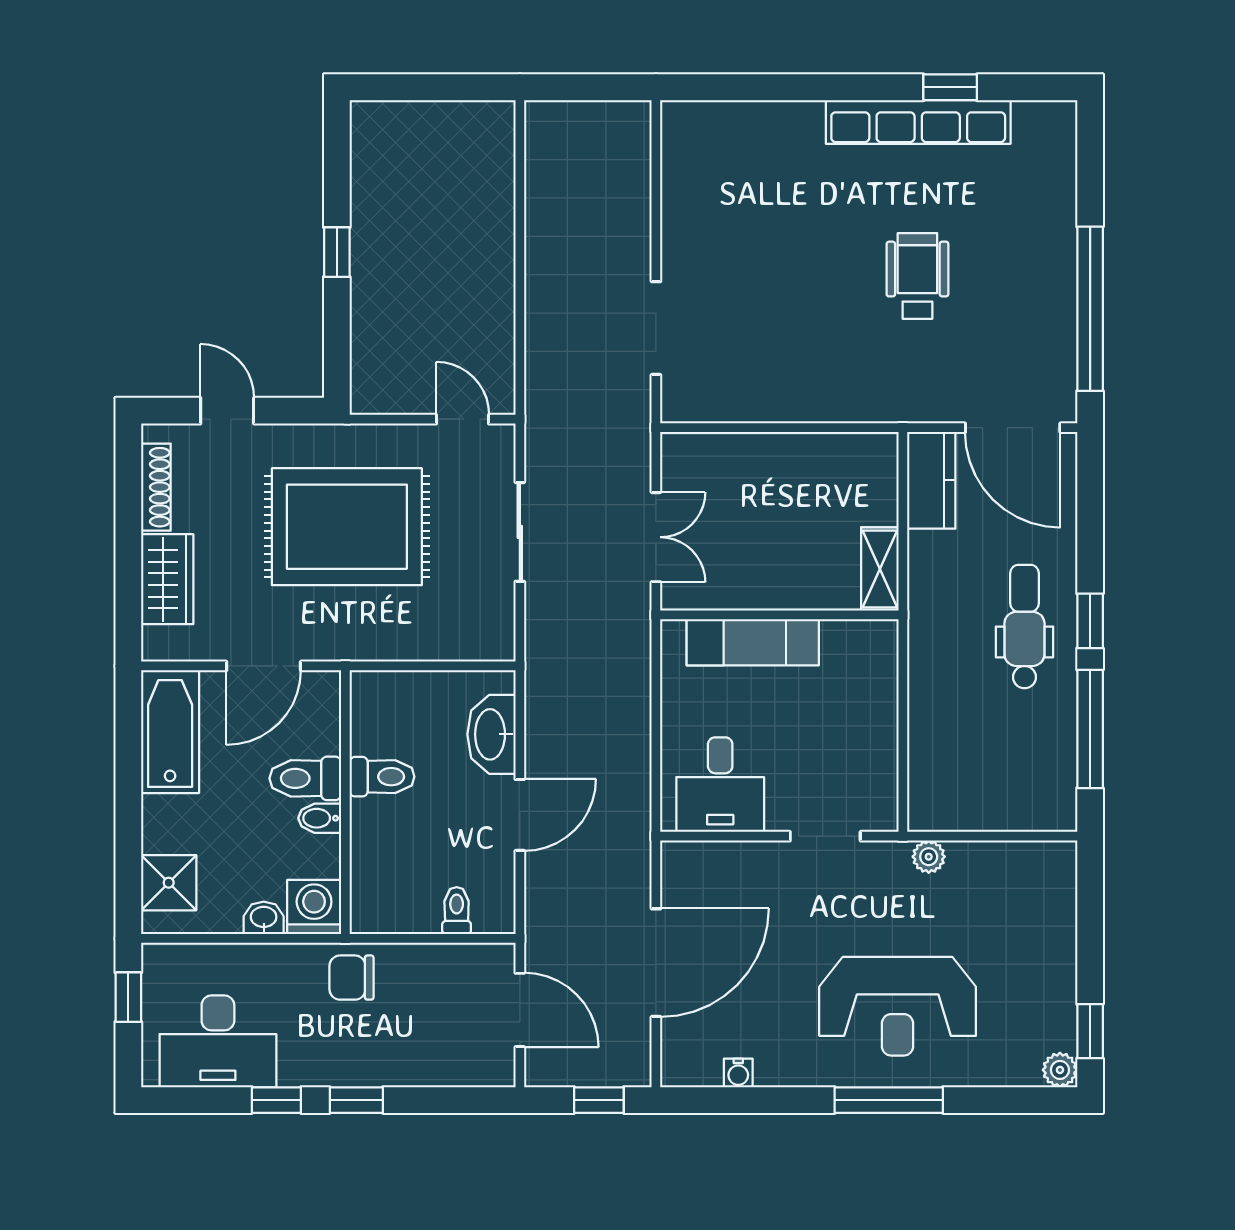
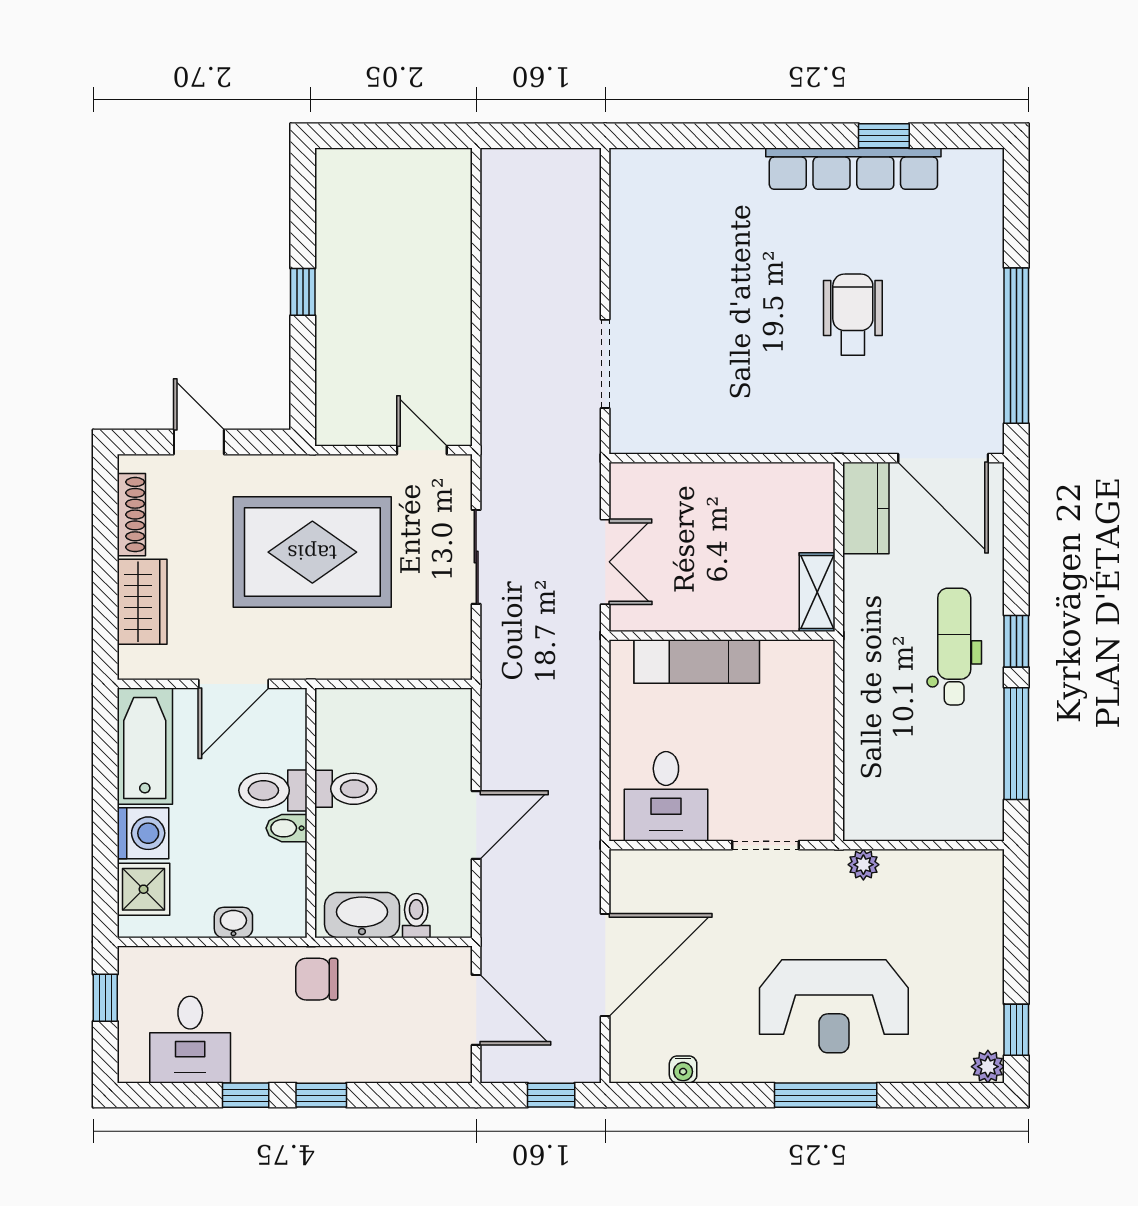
washbasin: (491, 734) -> (362, 915), moved, turned 90
washing machine: (314, 907) -> (143, 833), moved, turned 90
desk: (218, 1041) -> (190, 1040), width x0.73

